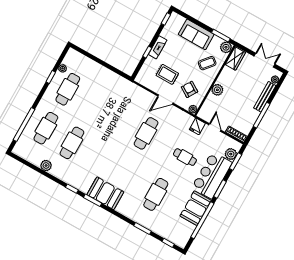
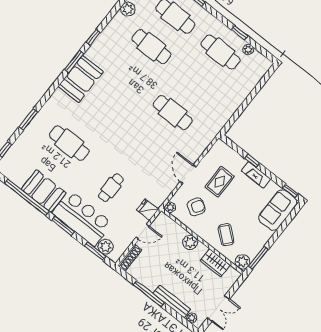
sofa: (196, 34) -> (278, 210), moved
wardrobe: (235, 58) -> (215, 263), moved
cafe table: (146, 133) -> (173, 113), moved

